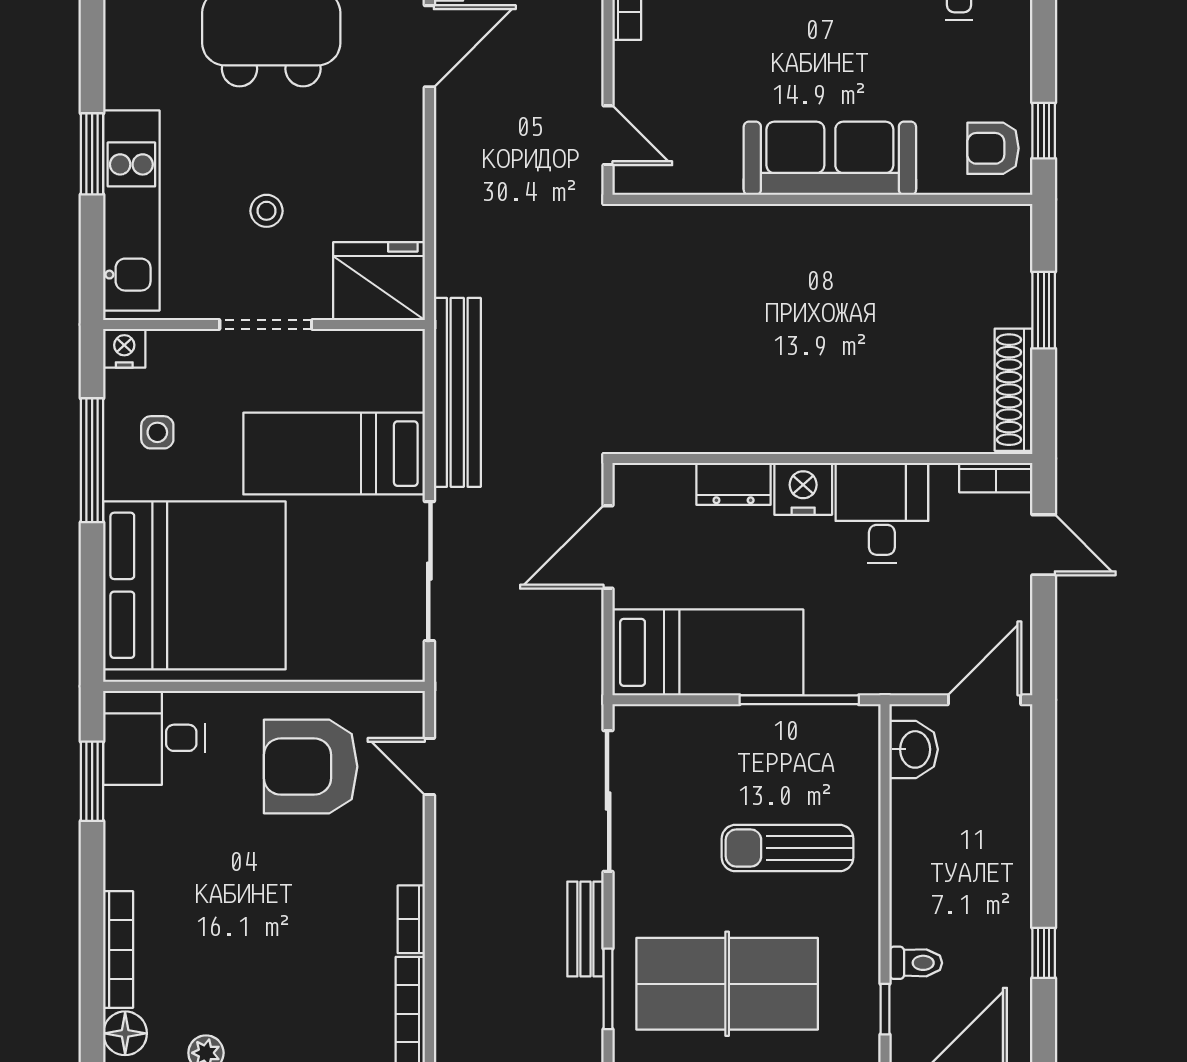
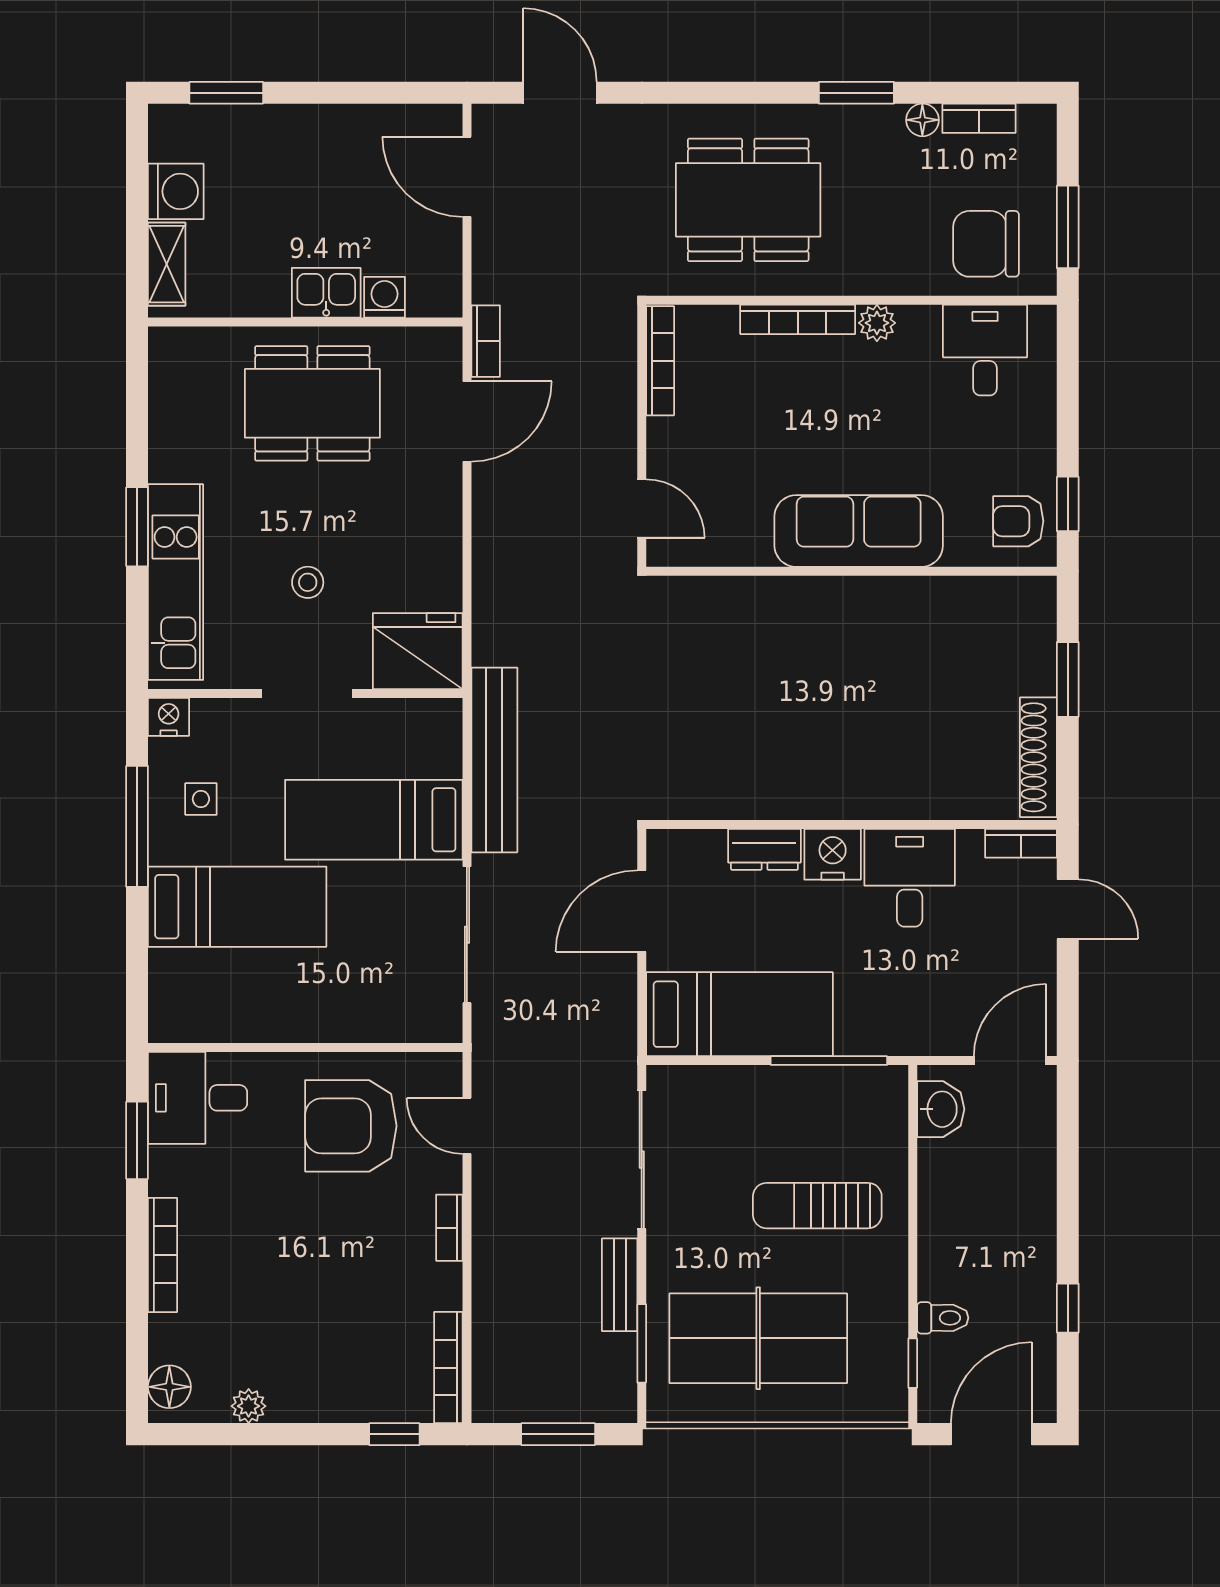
bed: (194, 585) -> (237, 907), width x0.49
bookcase: (411, 919) -> (449, 1228), moved
bookcase: (118, 950) -> (163, 1255), moved

